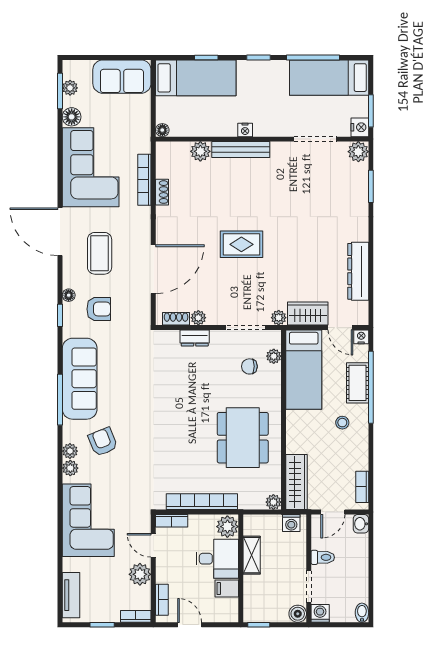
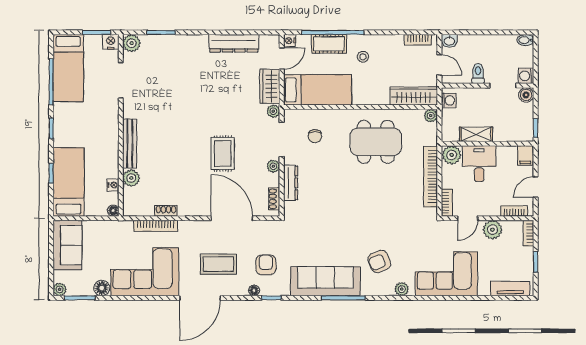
plant: (70, 88) -> (60, 289), moved
nightstand: (245, 130) -> (113, 185), moved
rug: (241, 244) -> (223, 154), moved
plant: (198, 318) -> (273, 166), moved
dresser: (195, 338) -> (291, 183), width x1.44
plant: (274, 356) -> (306, 115), removed
plant: (70, 451) -> (387, 289), removed
filing cabinet: (227, 589) -> (525, 155), moved

